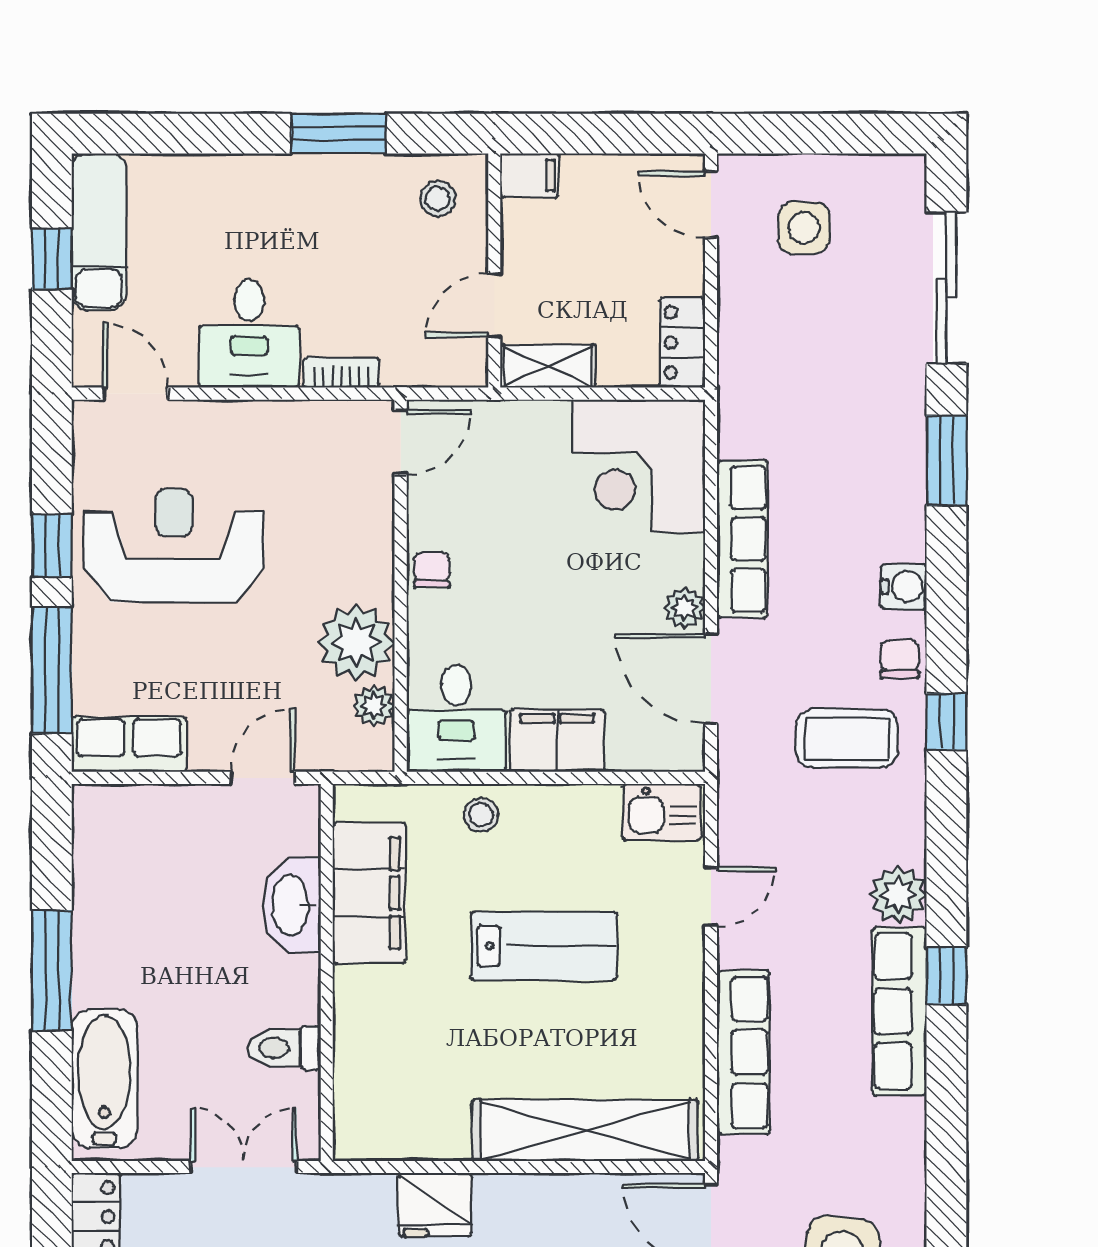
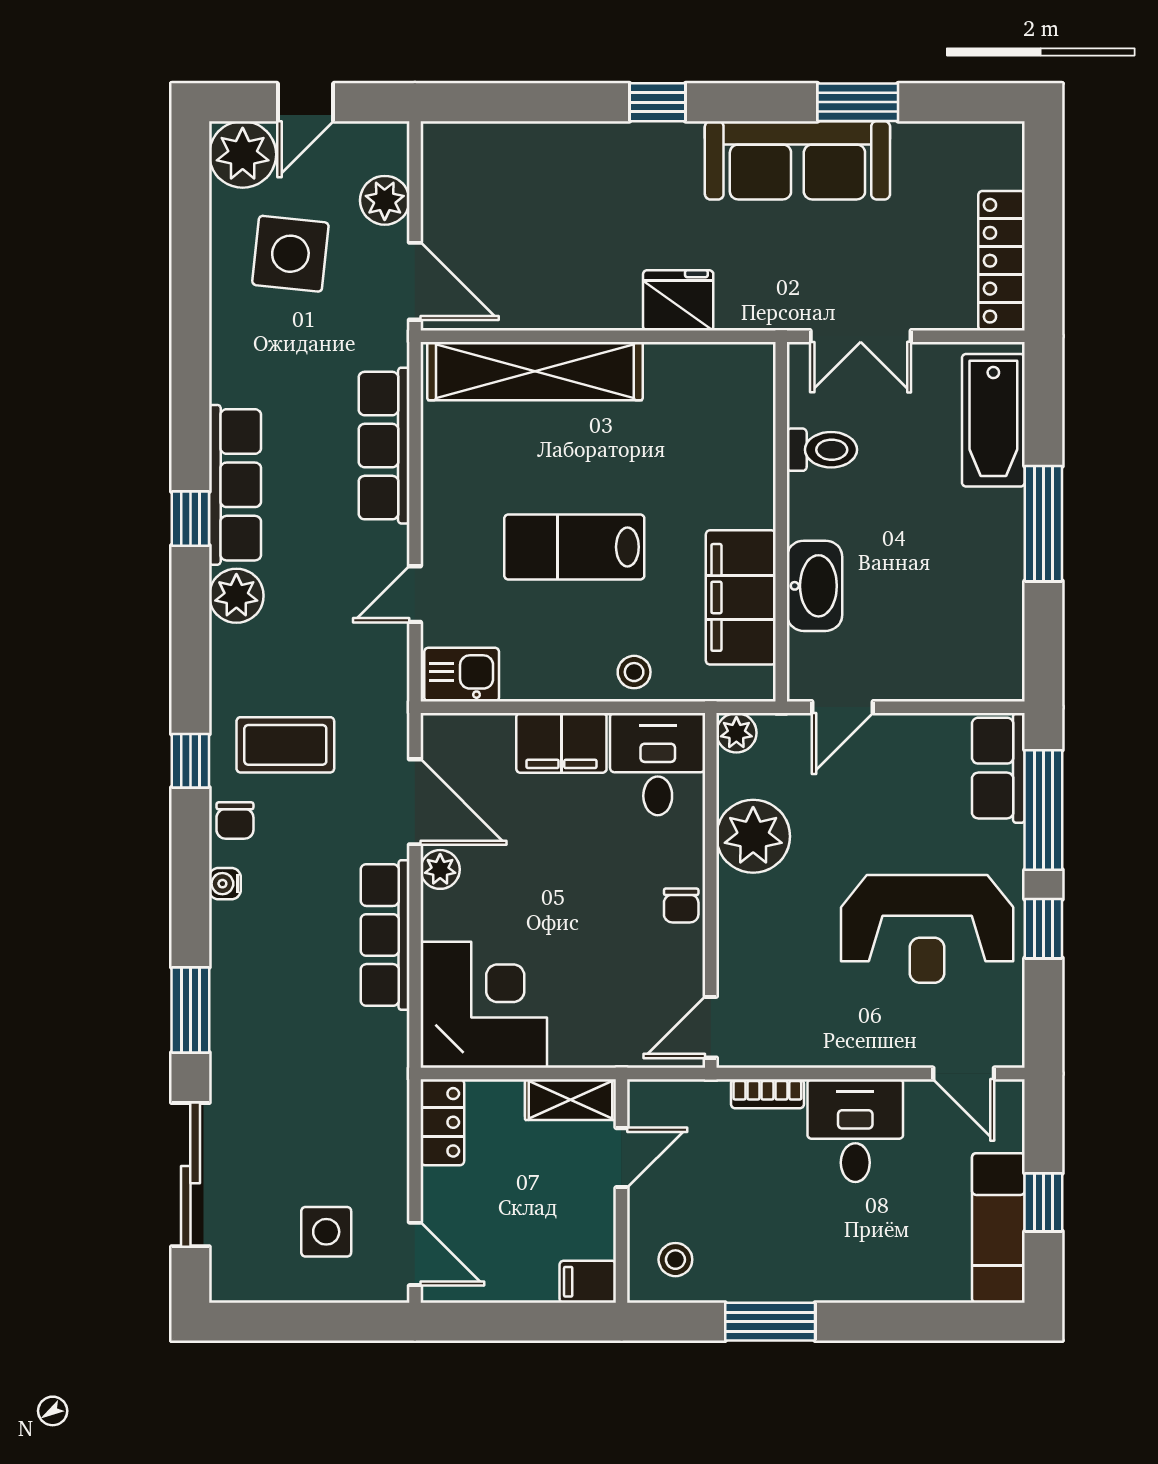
water cooler: (904, 587) -> (225, 884), width x0.72, depth x0.72
plant: (374, 706) -> (736, 733), moved
row of seats: (129, 744) -> (998, 768), moved, turned 90

